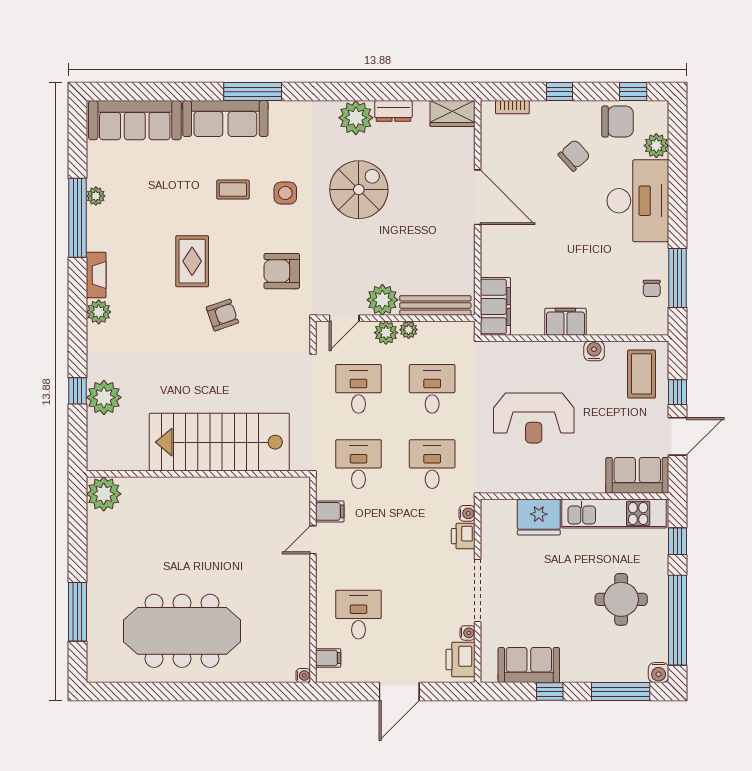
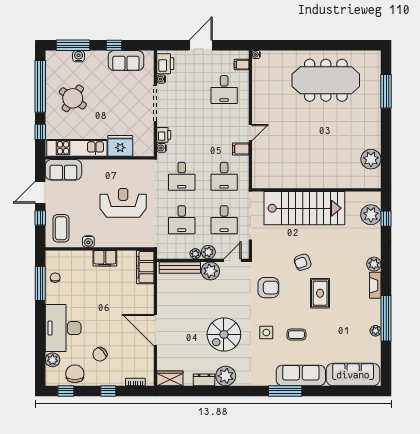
chair: (618, 122) -> (75, 374), turned 90
stairs: (219, 442) -> (304, 208), moved
wall: (198, 474) -> (316, 190), moved
round table: (621, 599) -> (73, 98), turned 35
water cooler: (659, 673) -> (79, 56), moved

